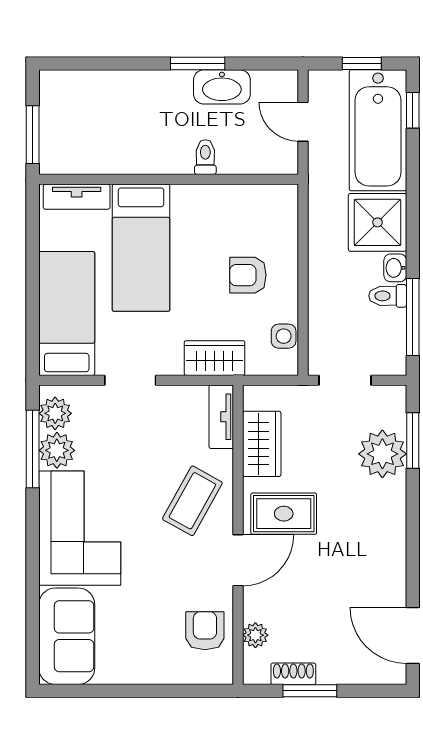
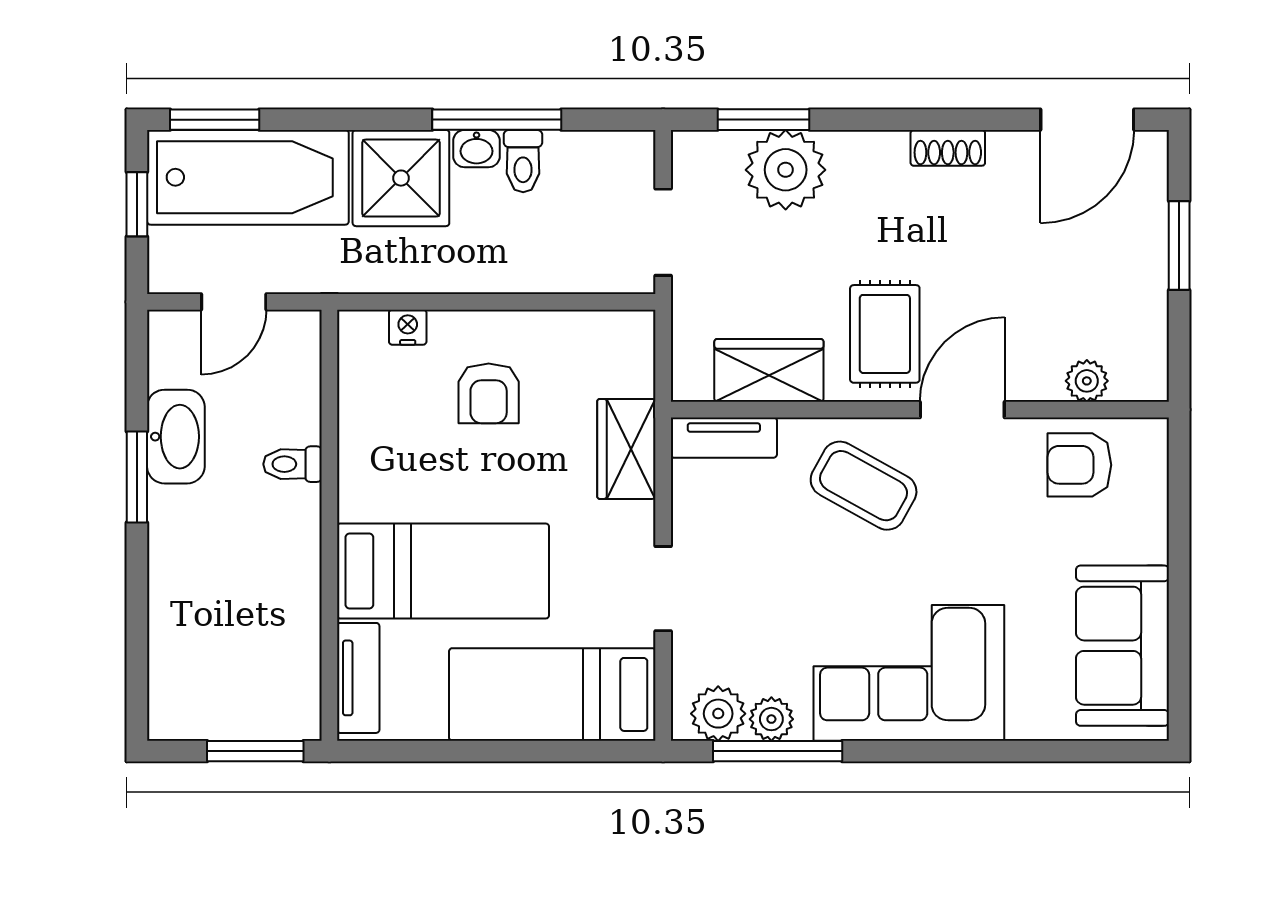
window: (413, 110) -> (215, 120), width x1.50
nightstand: (288, 226) -> (408, 327), added
window: (413, 317) -> (497, 120), moved
side table: (284, 336) -> (590, 334), removed
plant: (57, 450) -> (771, 719), width x0.73, depth x0.73
door: (238, 560) -> (962, 410), hinge flipped
sofa: (67, 636) -> (1122, 646), moved, turned -90
shoe rack: (293, 674) -> (948, 148), moved, turned -90
window: (310, 691) -> (1179, 245), moved

